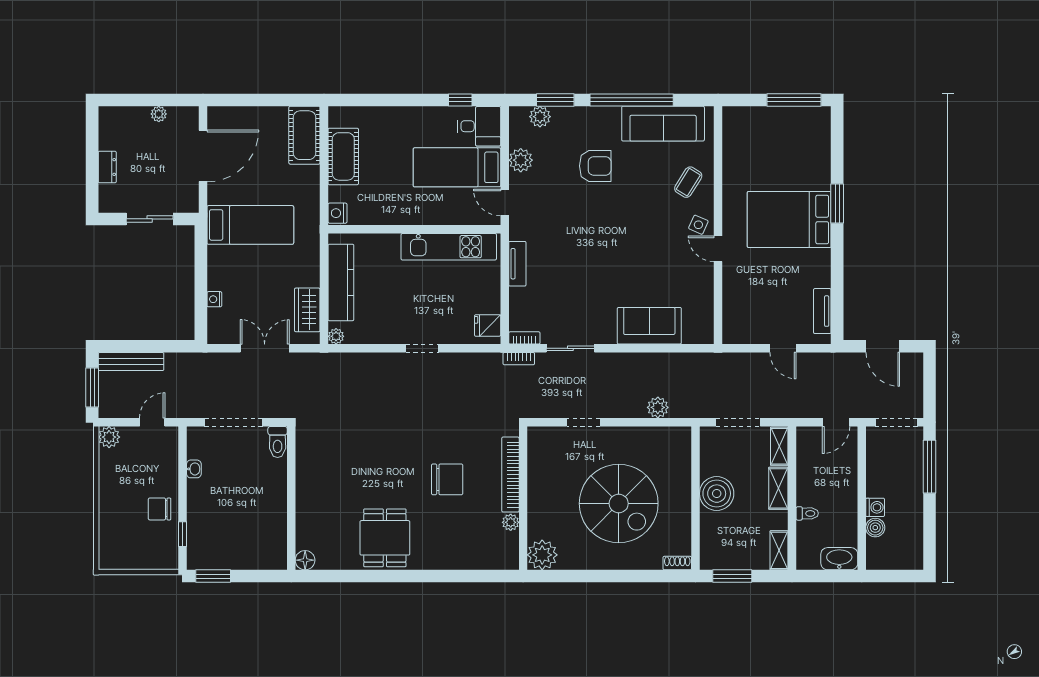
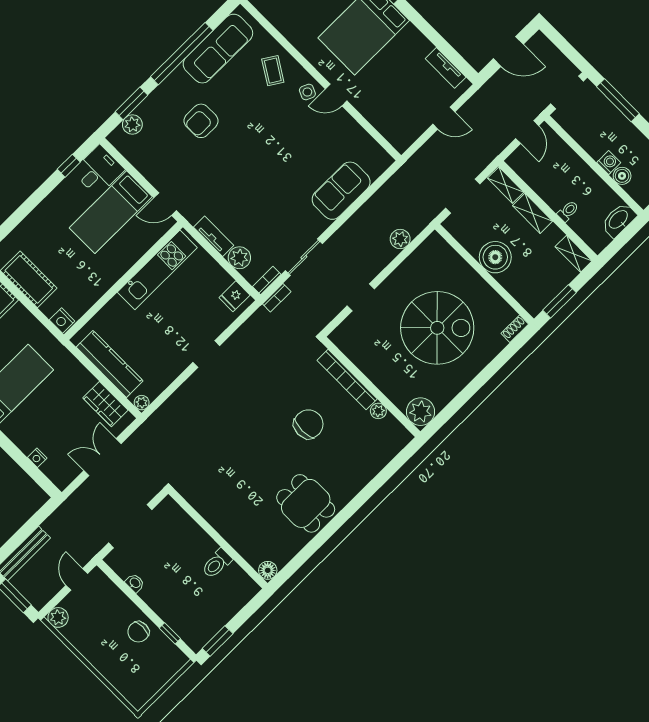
plant: (521, 160) -> (239, 258), moved
armchair: (595, 166) -> (201, 121), turned 180
toilet: (278, 442) -> (217, 563), moved, turned 90

